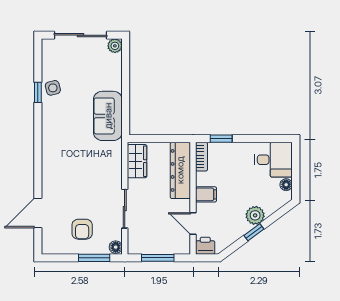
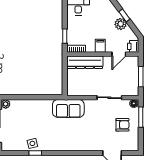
sofa: (108, 116) -> (68, 108), moved
wardrobe: (137, 161) -> (79, 90), removed
plant: (255, 215) -> (121, 24), moved

